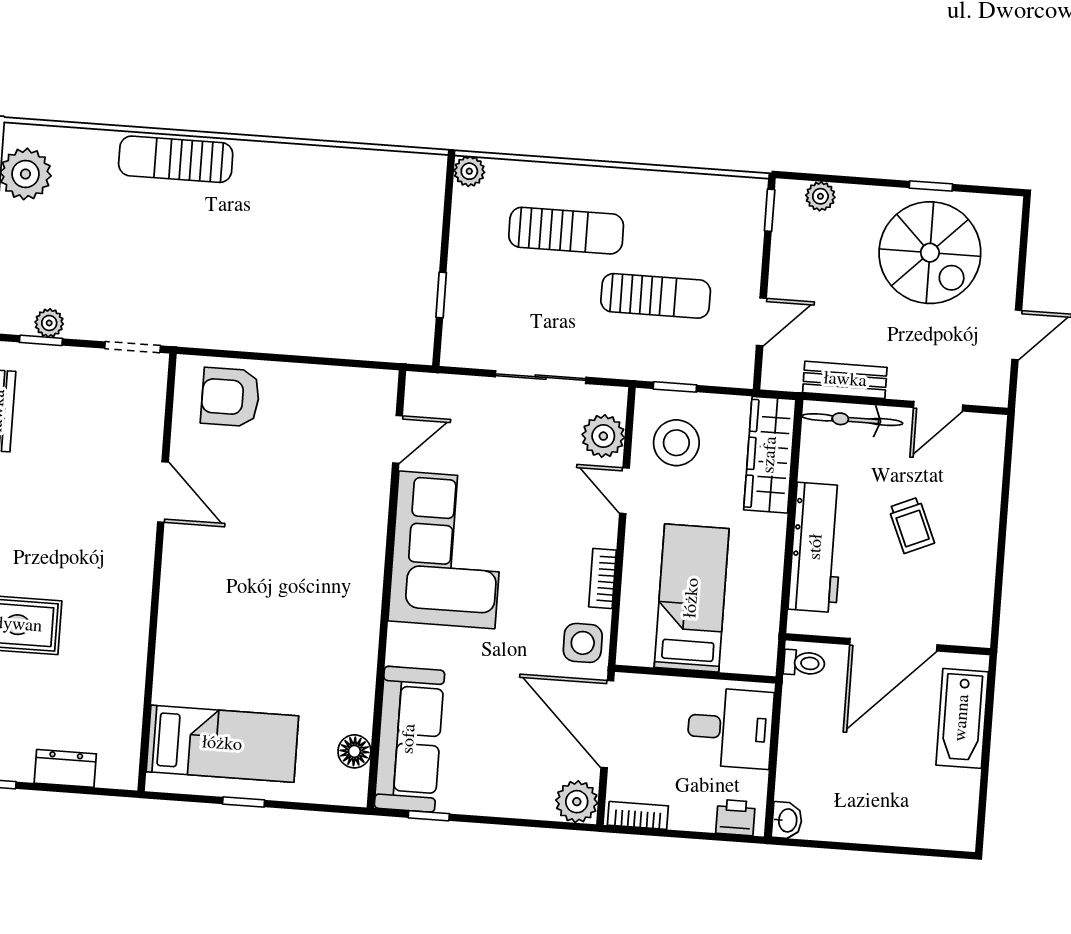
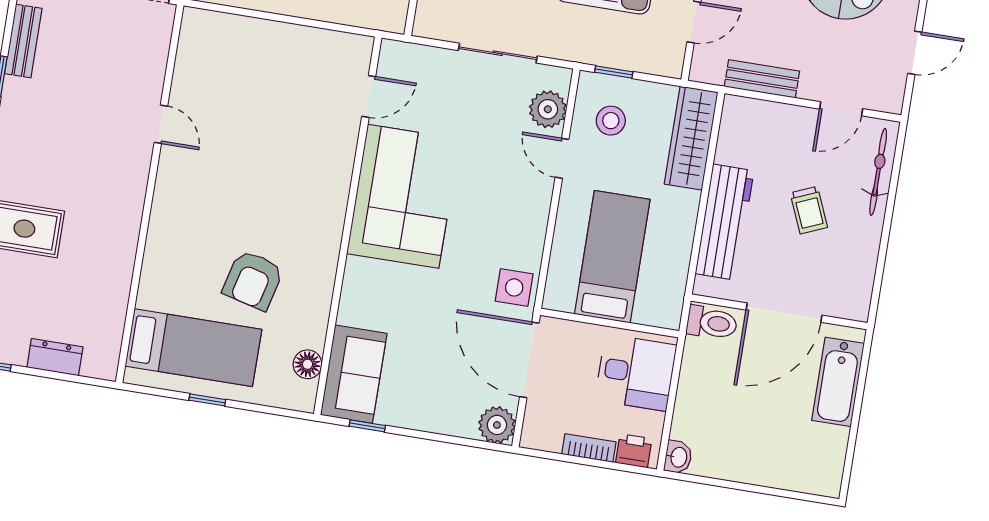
armchair: (230, 397) -> (253, 280), moved, turned -76
bicycle: (852, 420) -> (878, 172), moved, turned 90
stool: (676, 443) -> (611, 121), width x0.73, depth x0.73
door: (163, 492) -> (161, 124), width x0.73
bookcase: (603, 579) -> (536, 233), removed
toilet: (804, 663) -> (712, 323), width x1.37, depth x1.39
sofa: (409, 739) -> (354, 374), width x0.73
bookcase: (638, 815) -> (589, 448), moved

